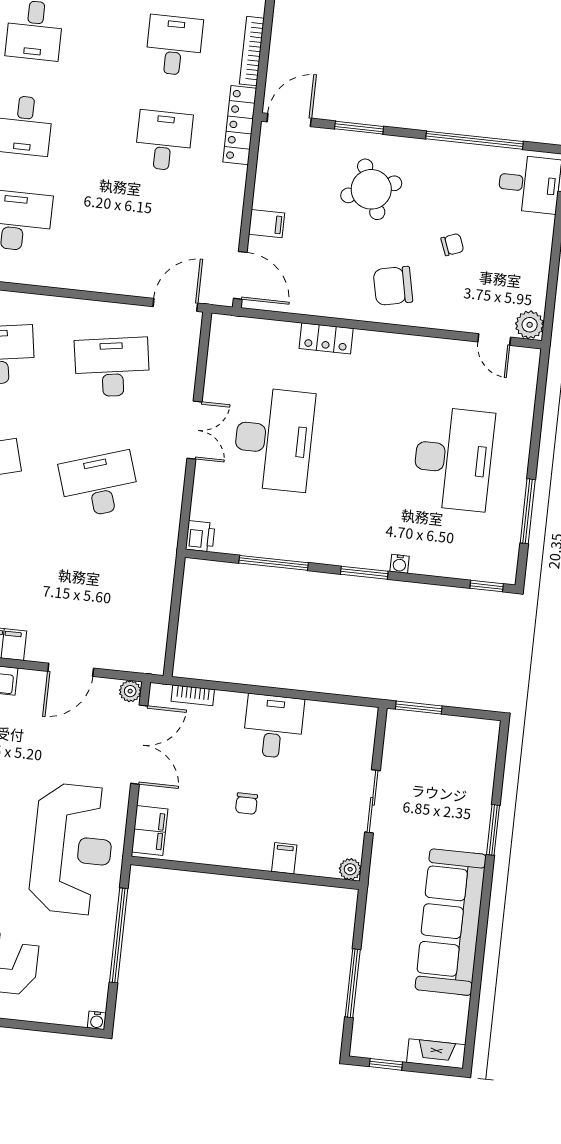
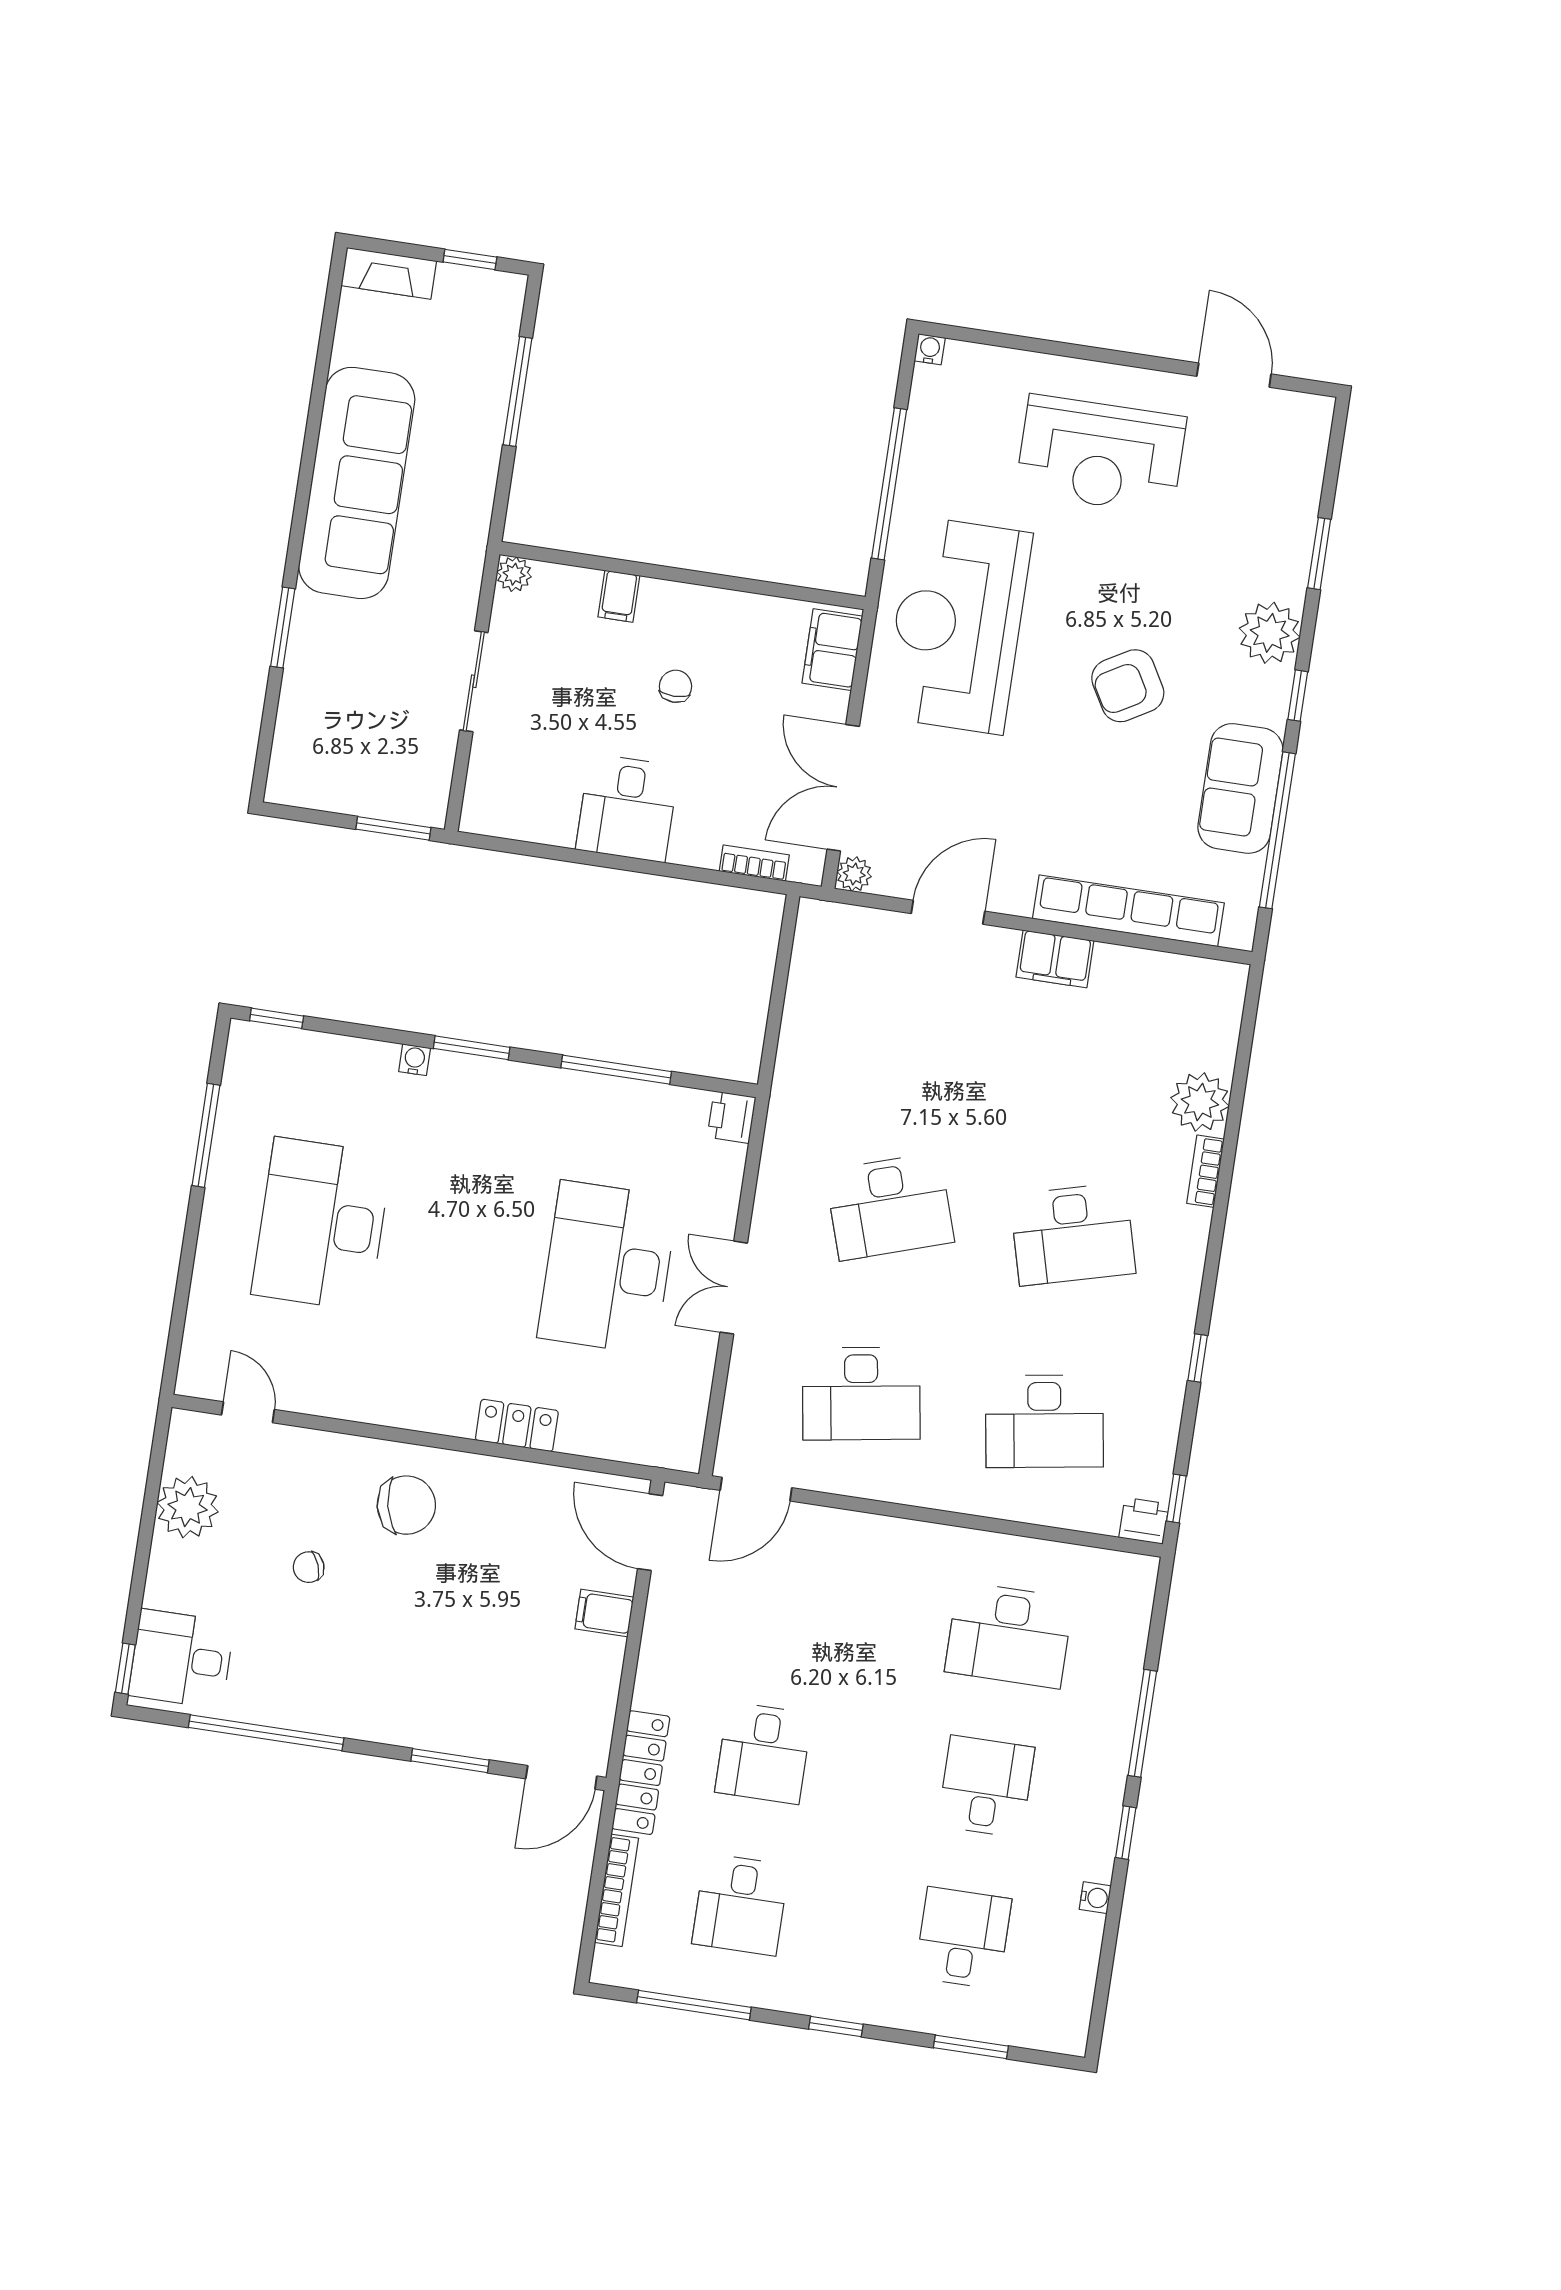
round table: (371, 189) -> (435, 1661), removed
plant: (530, 325) -> (188, 1507), moved, width x1.36, depth x1.36

